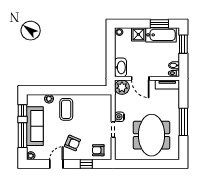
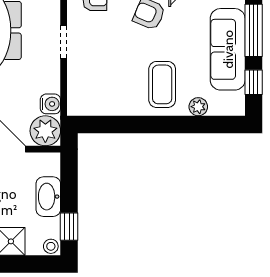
window: (111, 41) -> (69, 227), added
washbasin: (121, 67) -> (48, 197), moved
water cooler: (120, 117) -> (50, 104), moved

